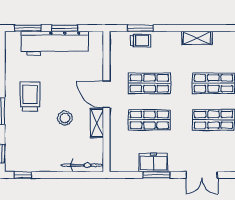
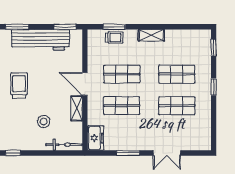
window: (65, 28) -> (65, 27), moved
shelving: (197, 38) -> (151, 35), moved
stool: (65, 118) -> (44, 122), moved
freezer: (153, 163) -> (95, 138), moved, turned 90

